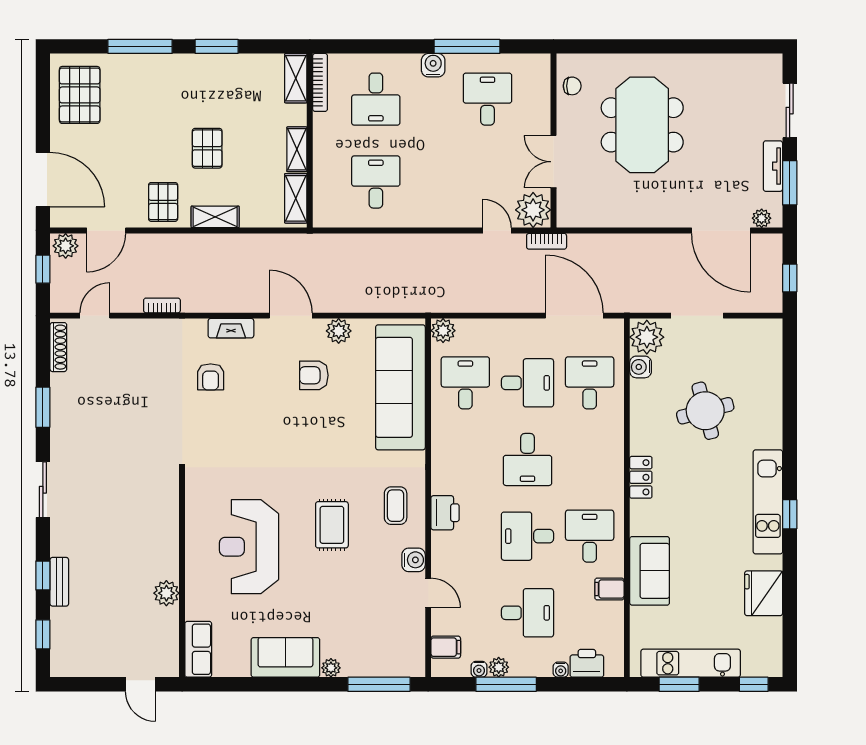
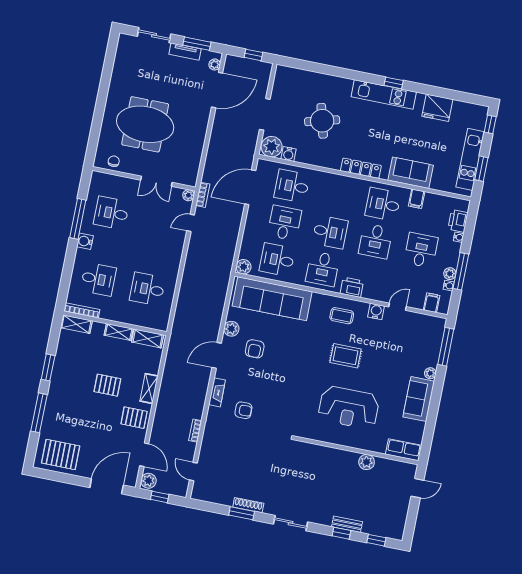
plant: (533, 210) -> (188, 195), width x0.53, depth x0.53
shoe rack: (58, 347) -> (248, 505), moved
desk: (465, 459) -> (323, 269), added
locker: (641, 477) -> (361, 168), width x1.53

